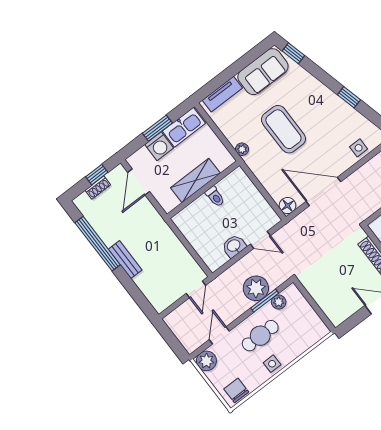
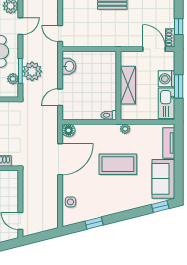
window: (349, 97) -> (94, 223), moved
shoe rack: (98, 188) -> (170, 38), moved
toilet: (215, 197) -> (109, 115), moved
washbasin: (234, 246) -> (69, 66), moved
door: (219, 335) -> (20, 26), hinge flipped

